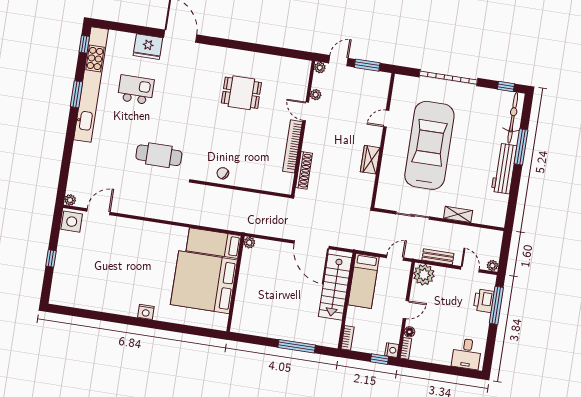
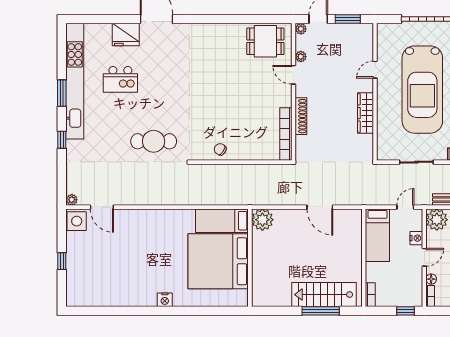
window: (84, 44) -> (62, 140), moved
kitchen island: (136, 90) -> (120, 79), turned 180
dining table: (241, 93) -> (265, 41), moved
car: (429, 145) -> (422, 90), turned 180
bookcase: (293, 146) -> (286, 134), moved
wardrobe: (370, 160) -> (365, 113), width x1.50
shoe rack: (304, 170) -> (301, 116), moved
door: (98, 212) -> (102, 207), swing flipped
plant: (249, 243) -> (262, 220), width x1.88, depth x1.88
door: (311, 245) -> (320, 207), width x0.73
stairs: (335, 287) -> (324, 295), moved, turned 90
nightstand: (392, 350) -> (416, 238), moved

